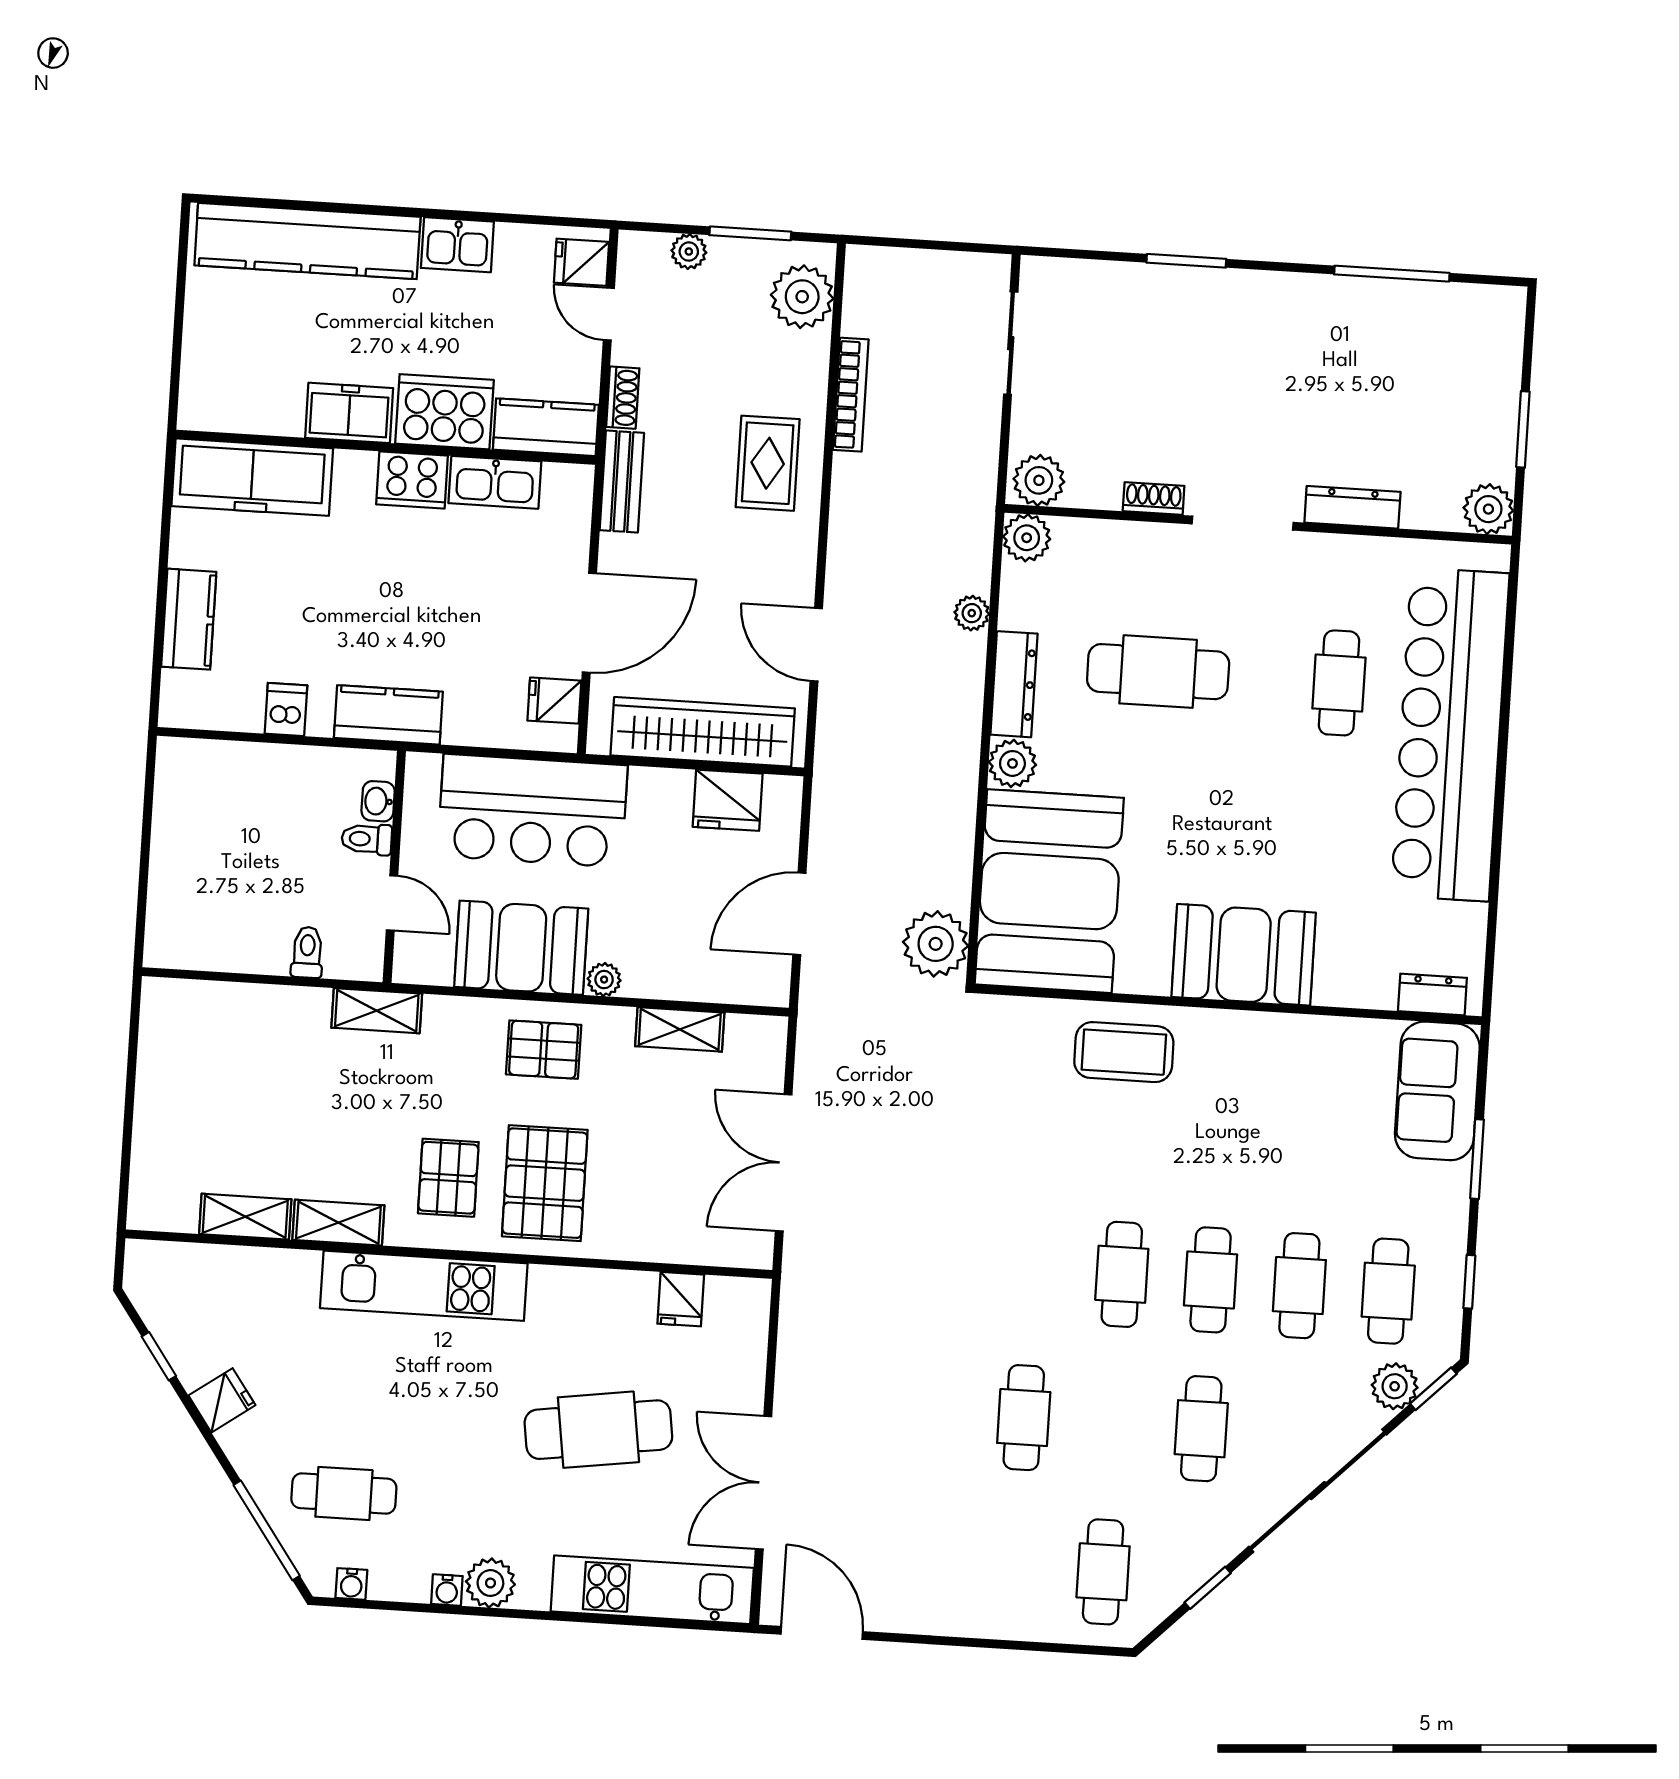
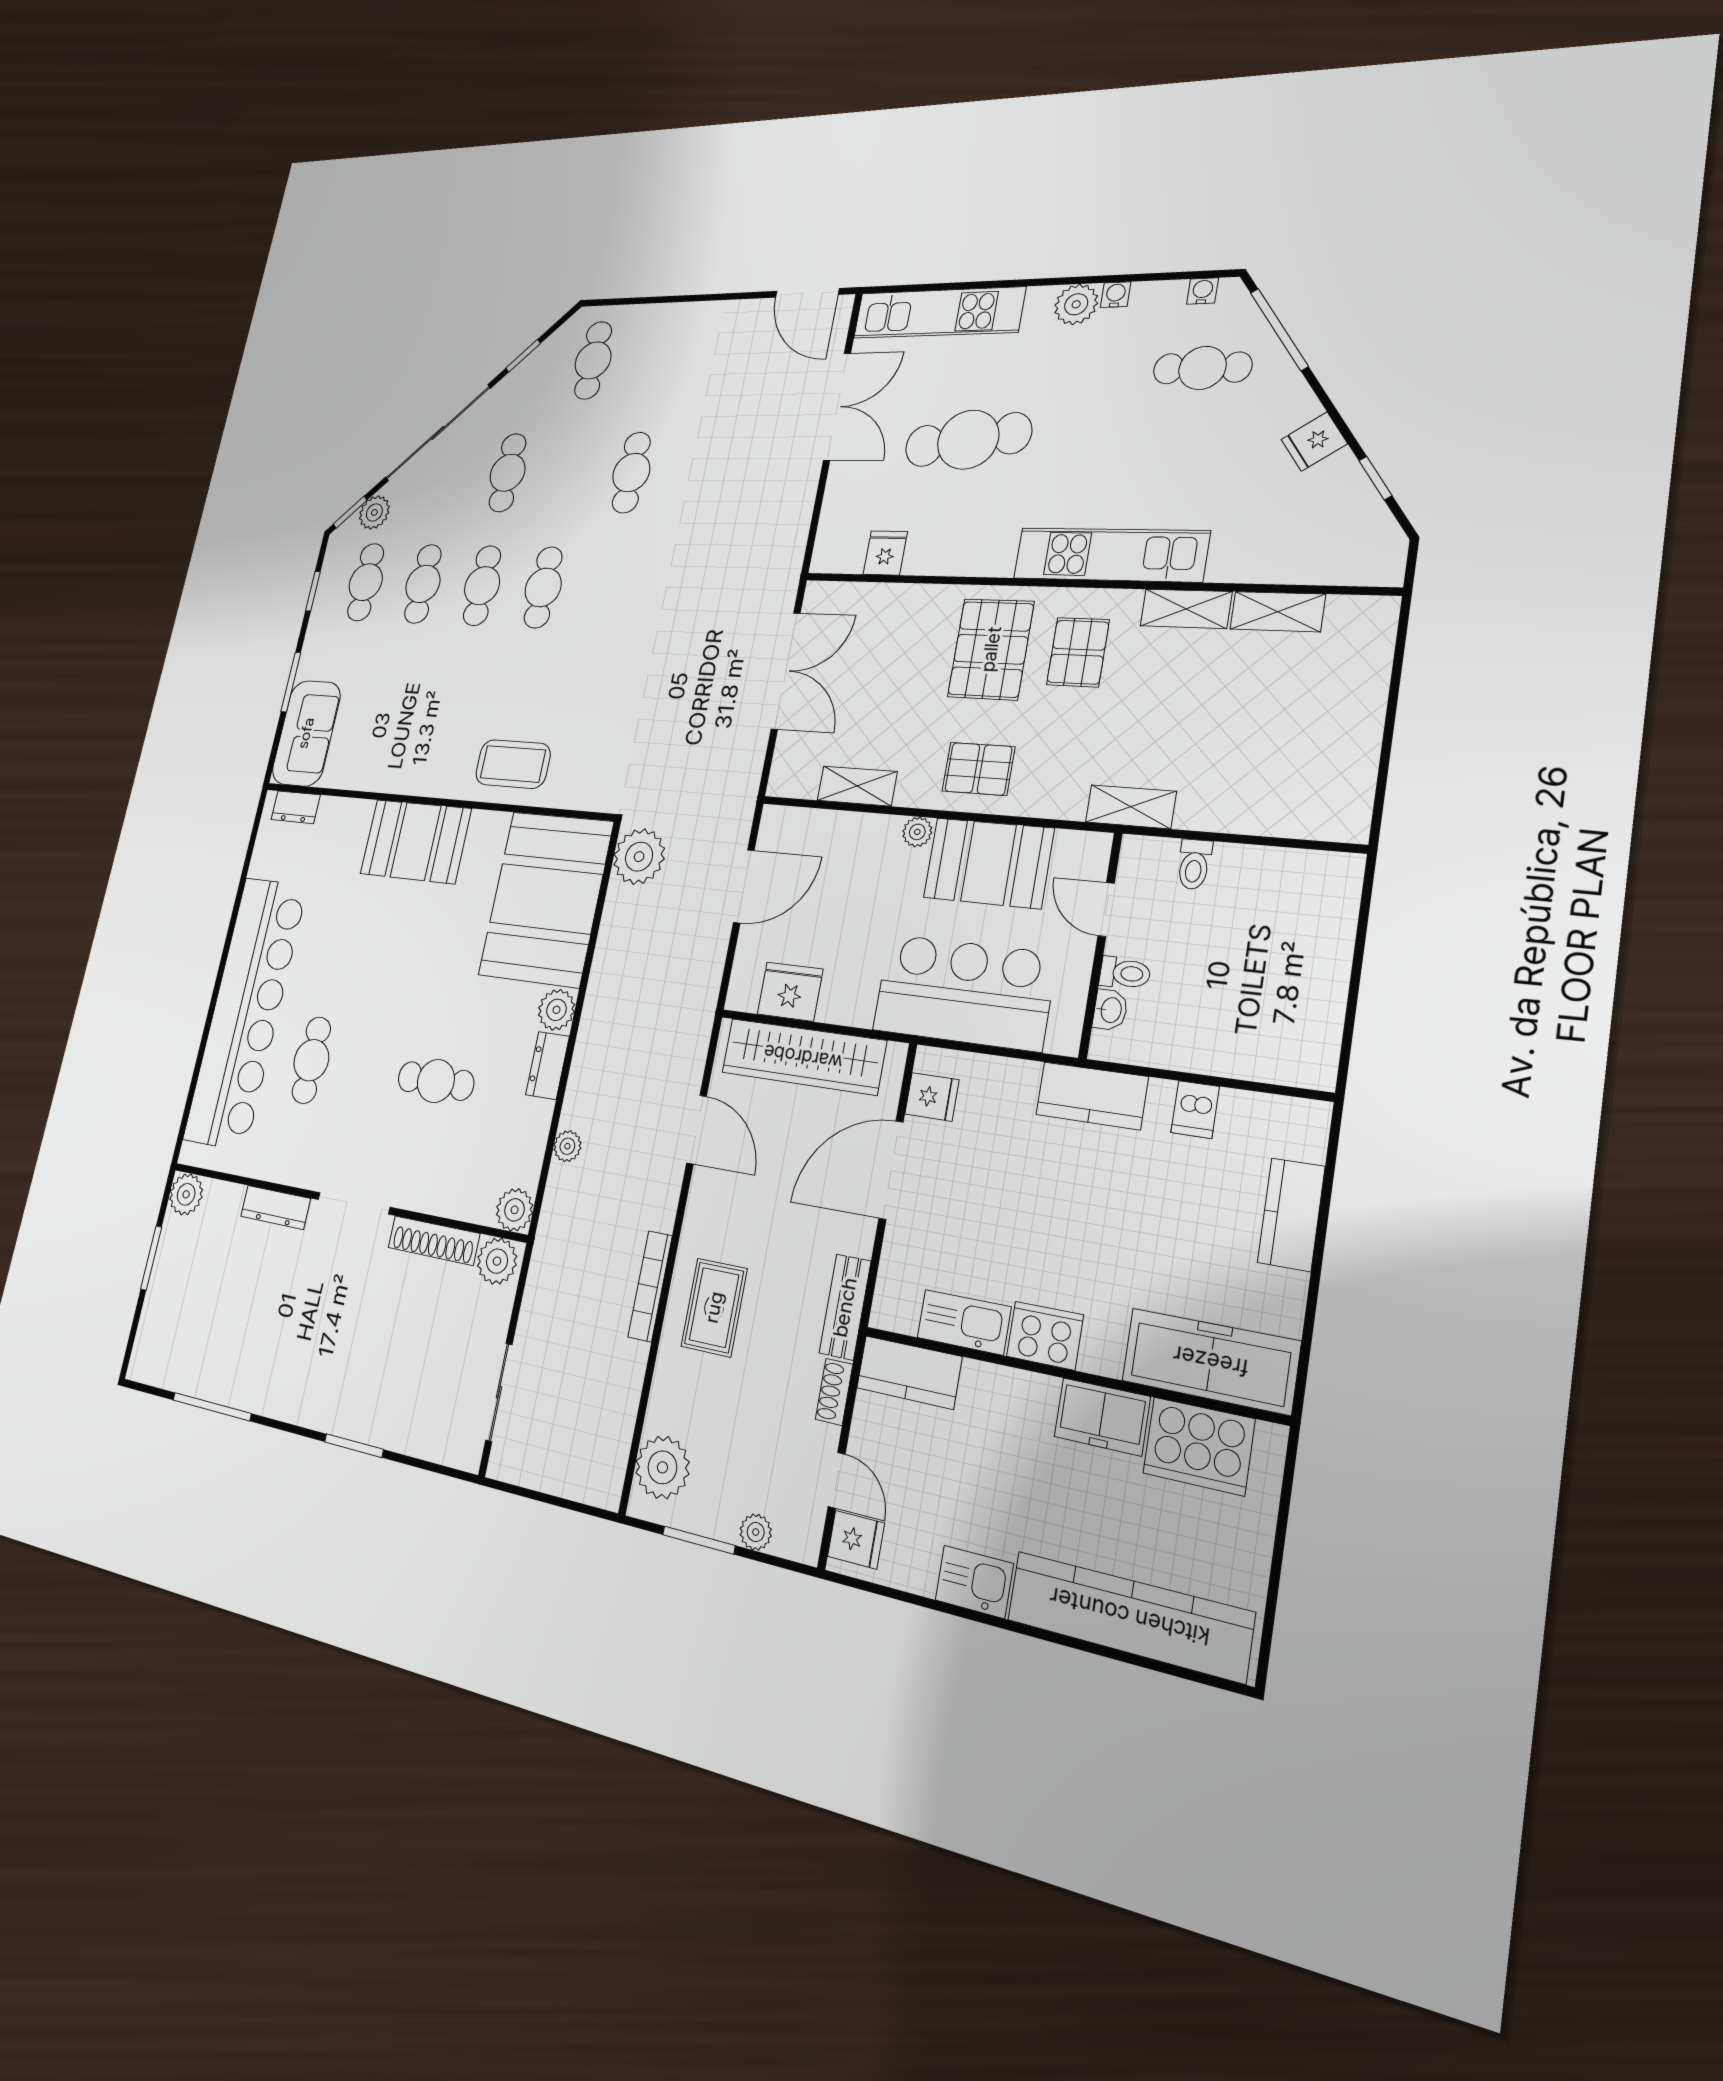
bookcase: (851, 395) -> (650, 1286), moved
cooker: (444, 412) -> (1199, 1446), moved
shoe rack: (1154, 499) -> (434, 1241), width x1.94, depth x1.24
cafe table: (1158, 672) -> (436, 1081), width x0.73, depth x0.74
dresser: (1014, 684) -> (547, 1066), width x0.70

